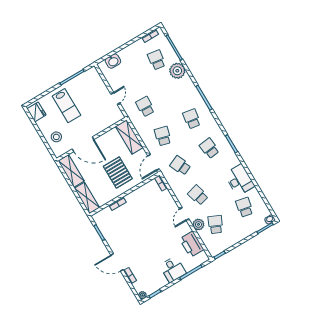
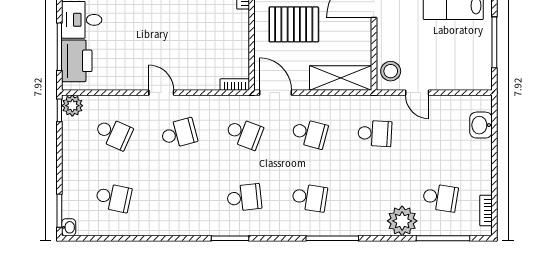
stool: (113, 116) -> (391, 71), added
school desk: (180, 166) -> (244, 133), turned 45
desk: (239, 180) -> (163, 216), removed
plant: (198, 224) -> (72, 106), moved
printer: (192, 244) -> (77, 61), moved, turned 90

